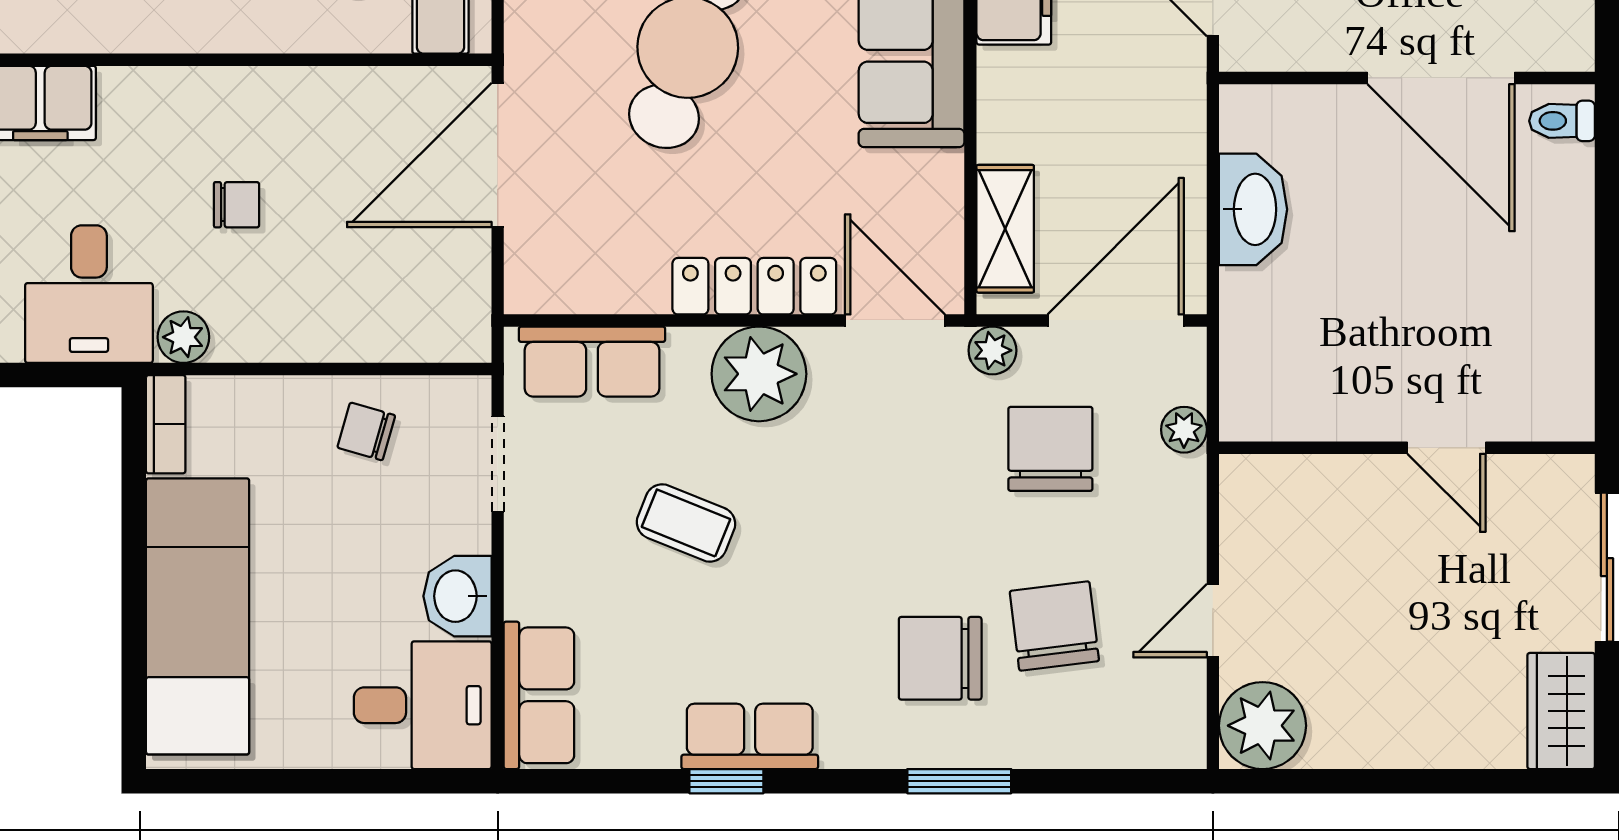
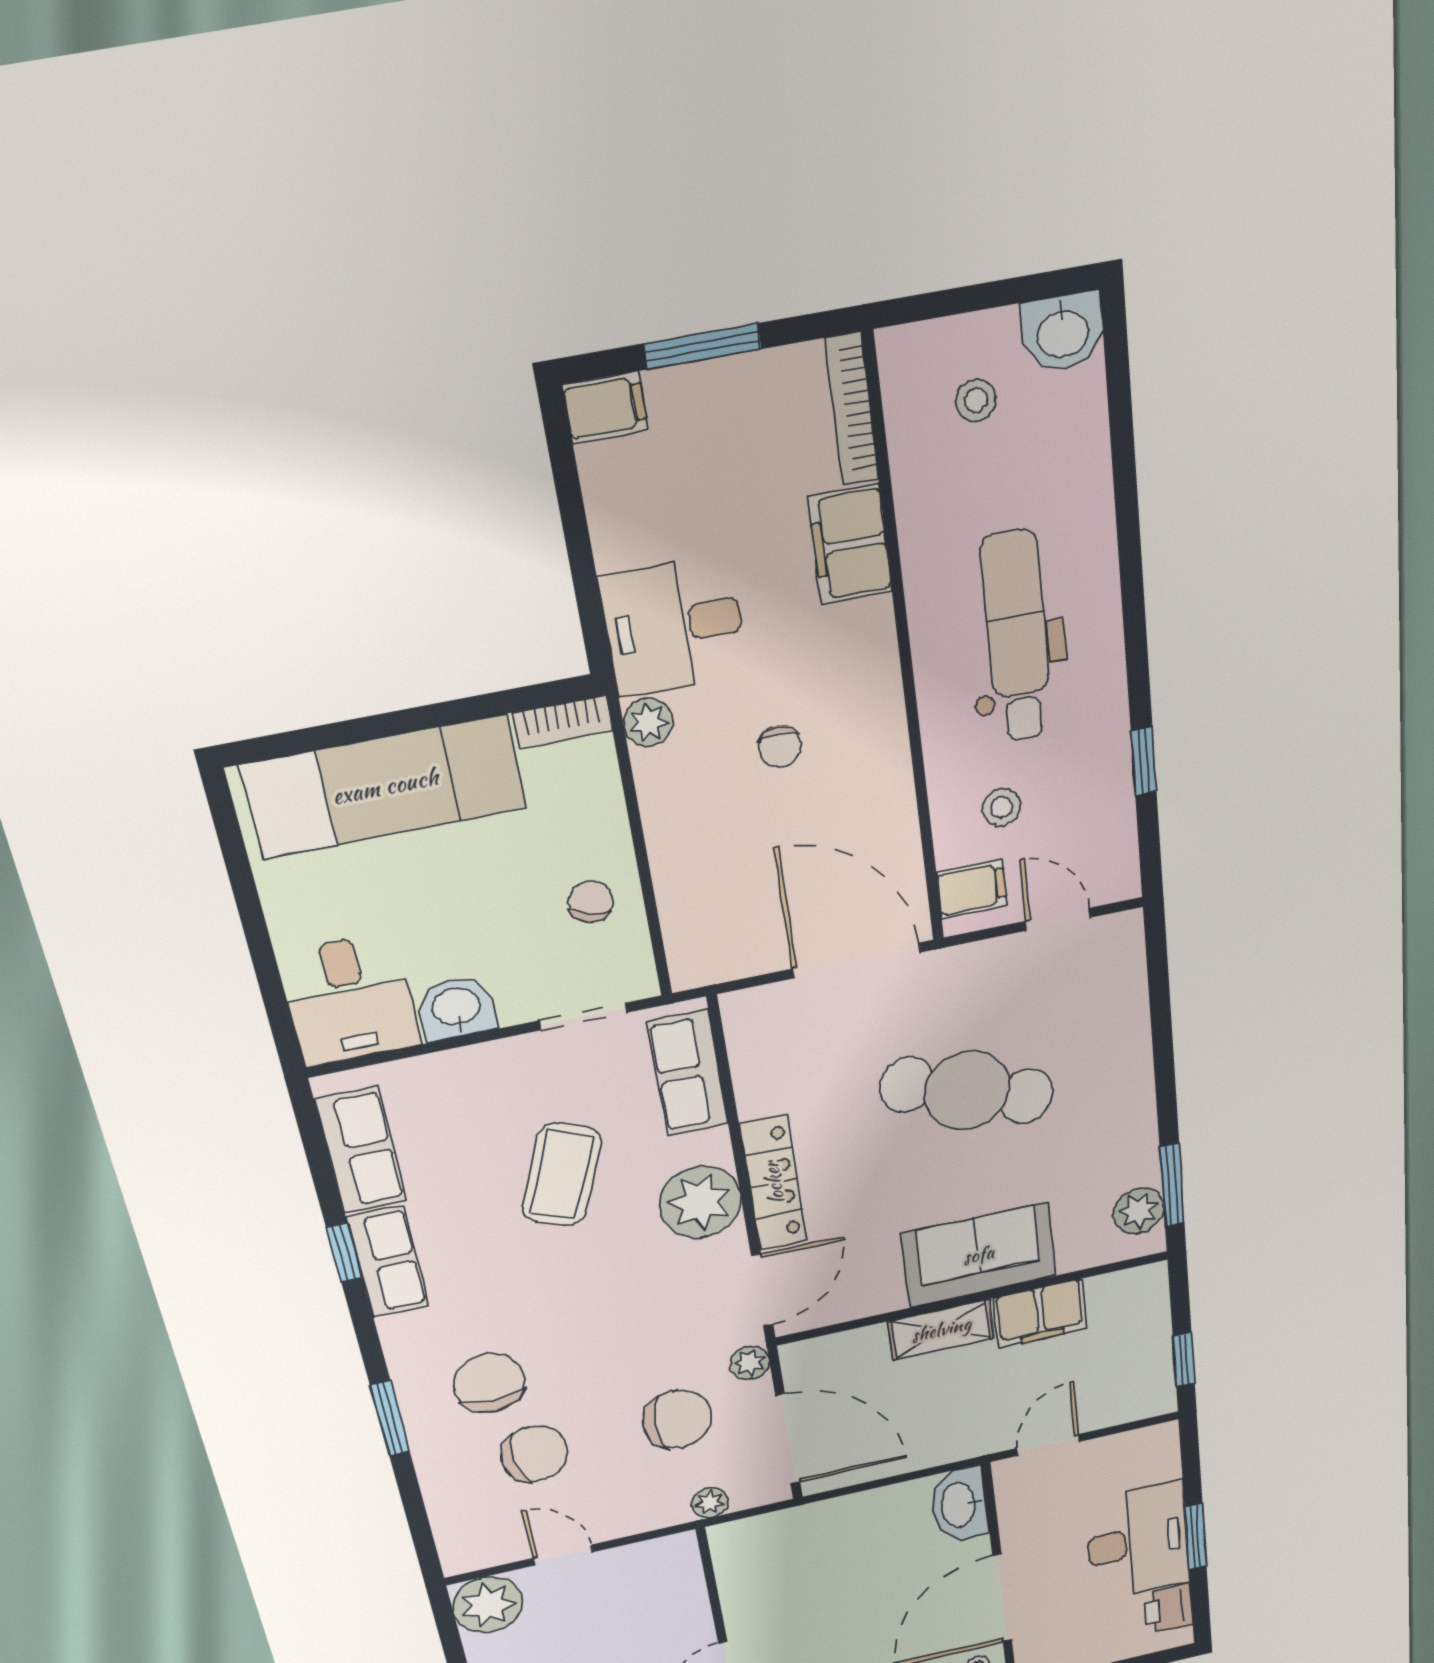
washbasin: (1253, 209) -> (960, 1505), moved, turned 90
shelving: (1005, 229) -> (941, 1330), moved
coffee table: (686, 523) -> (562, 1175), width x1.36, depth x1.30
row of seats: (539, 695) -> (361, 1150), moved, turned -90

